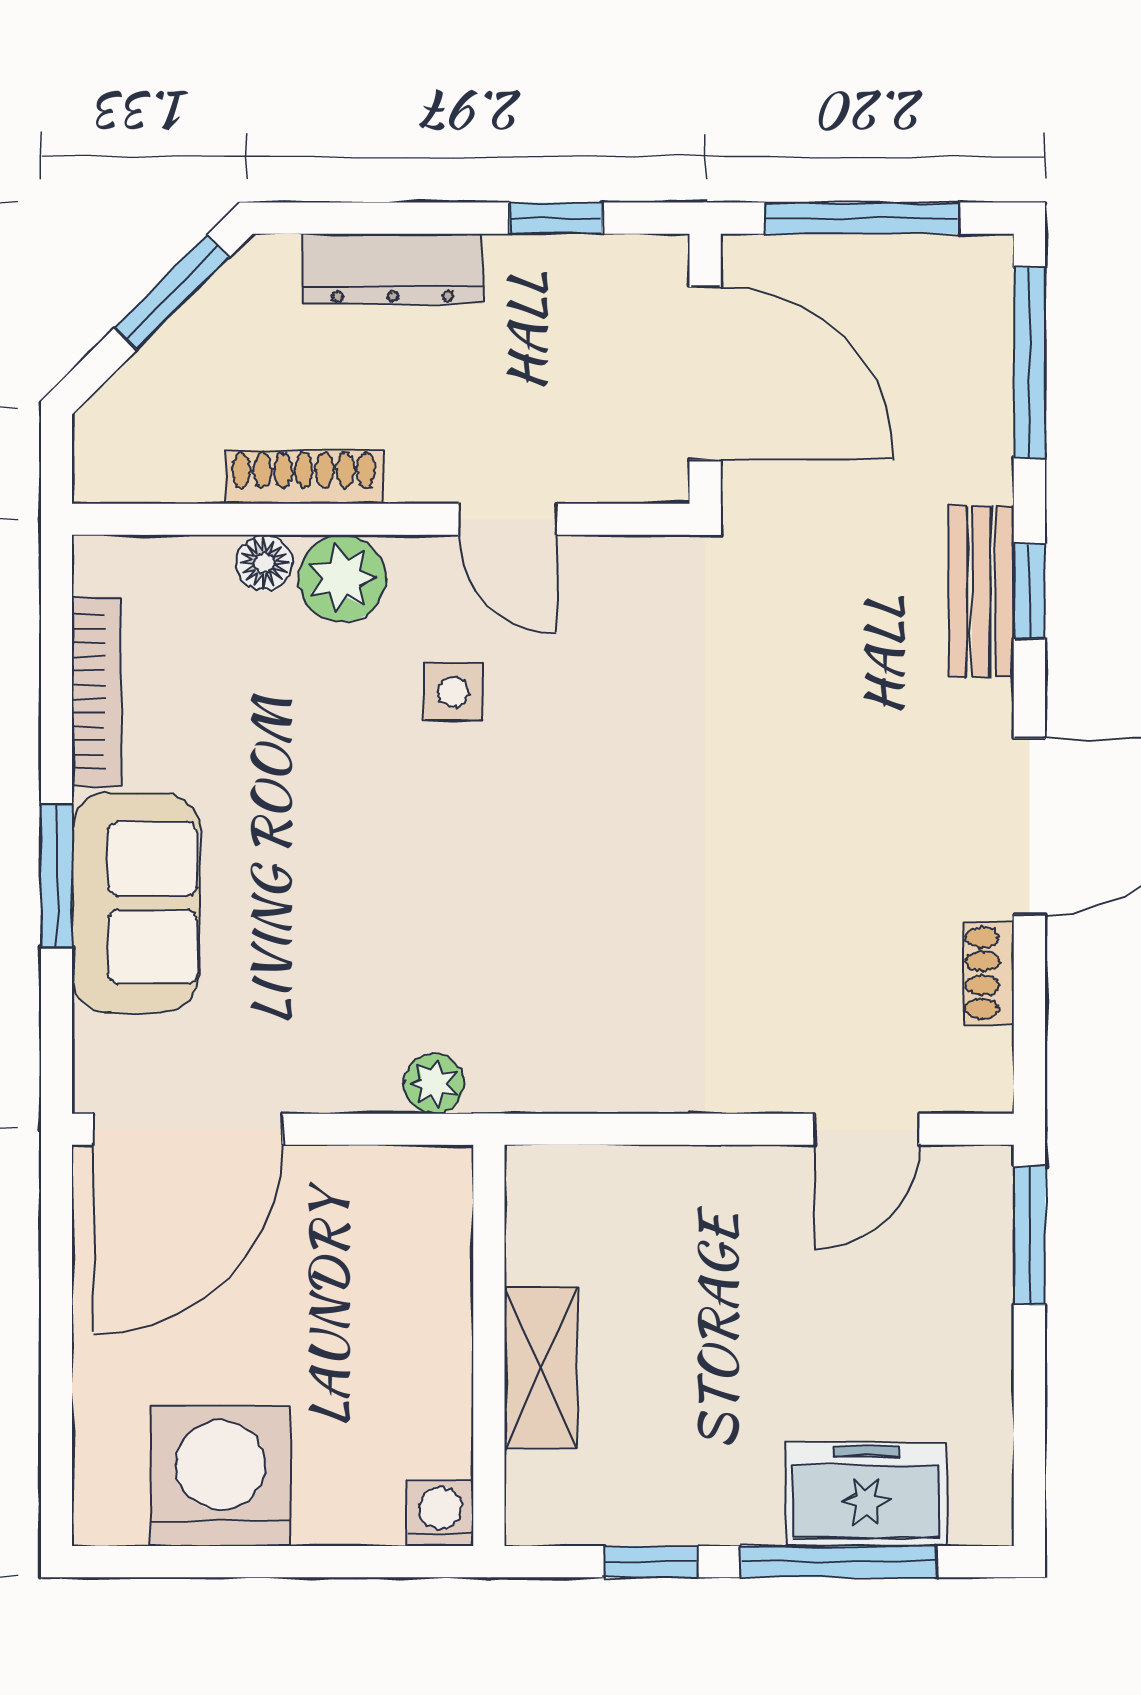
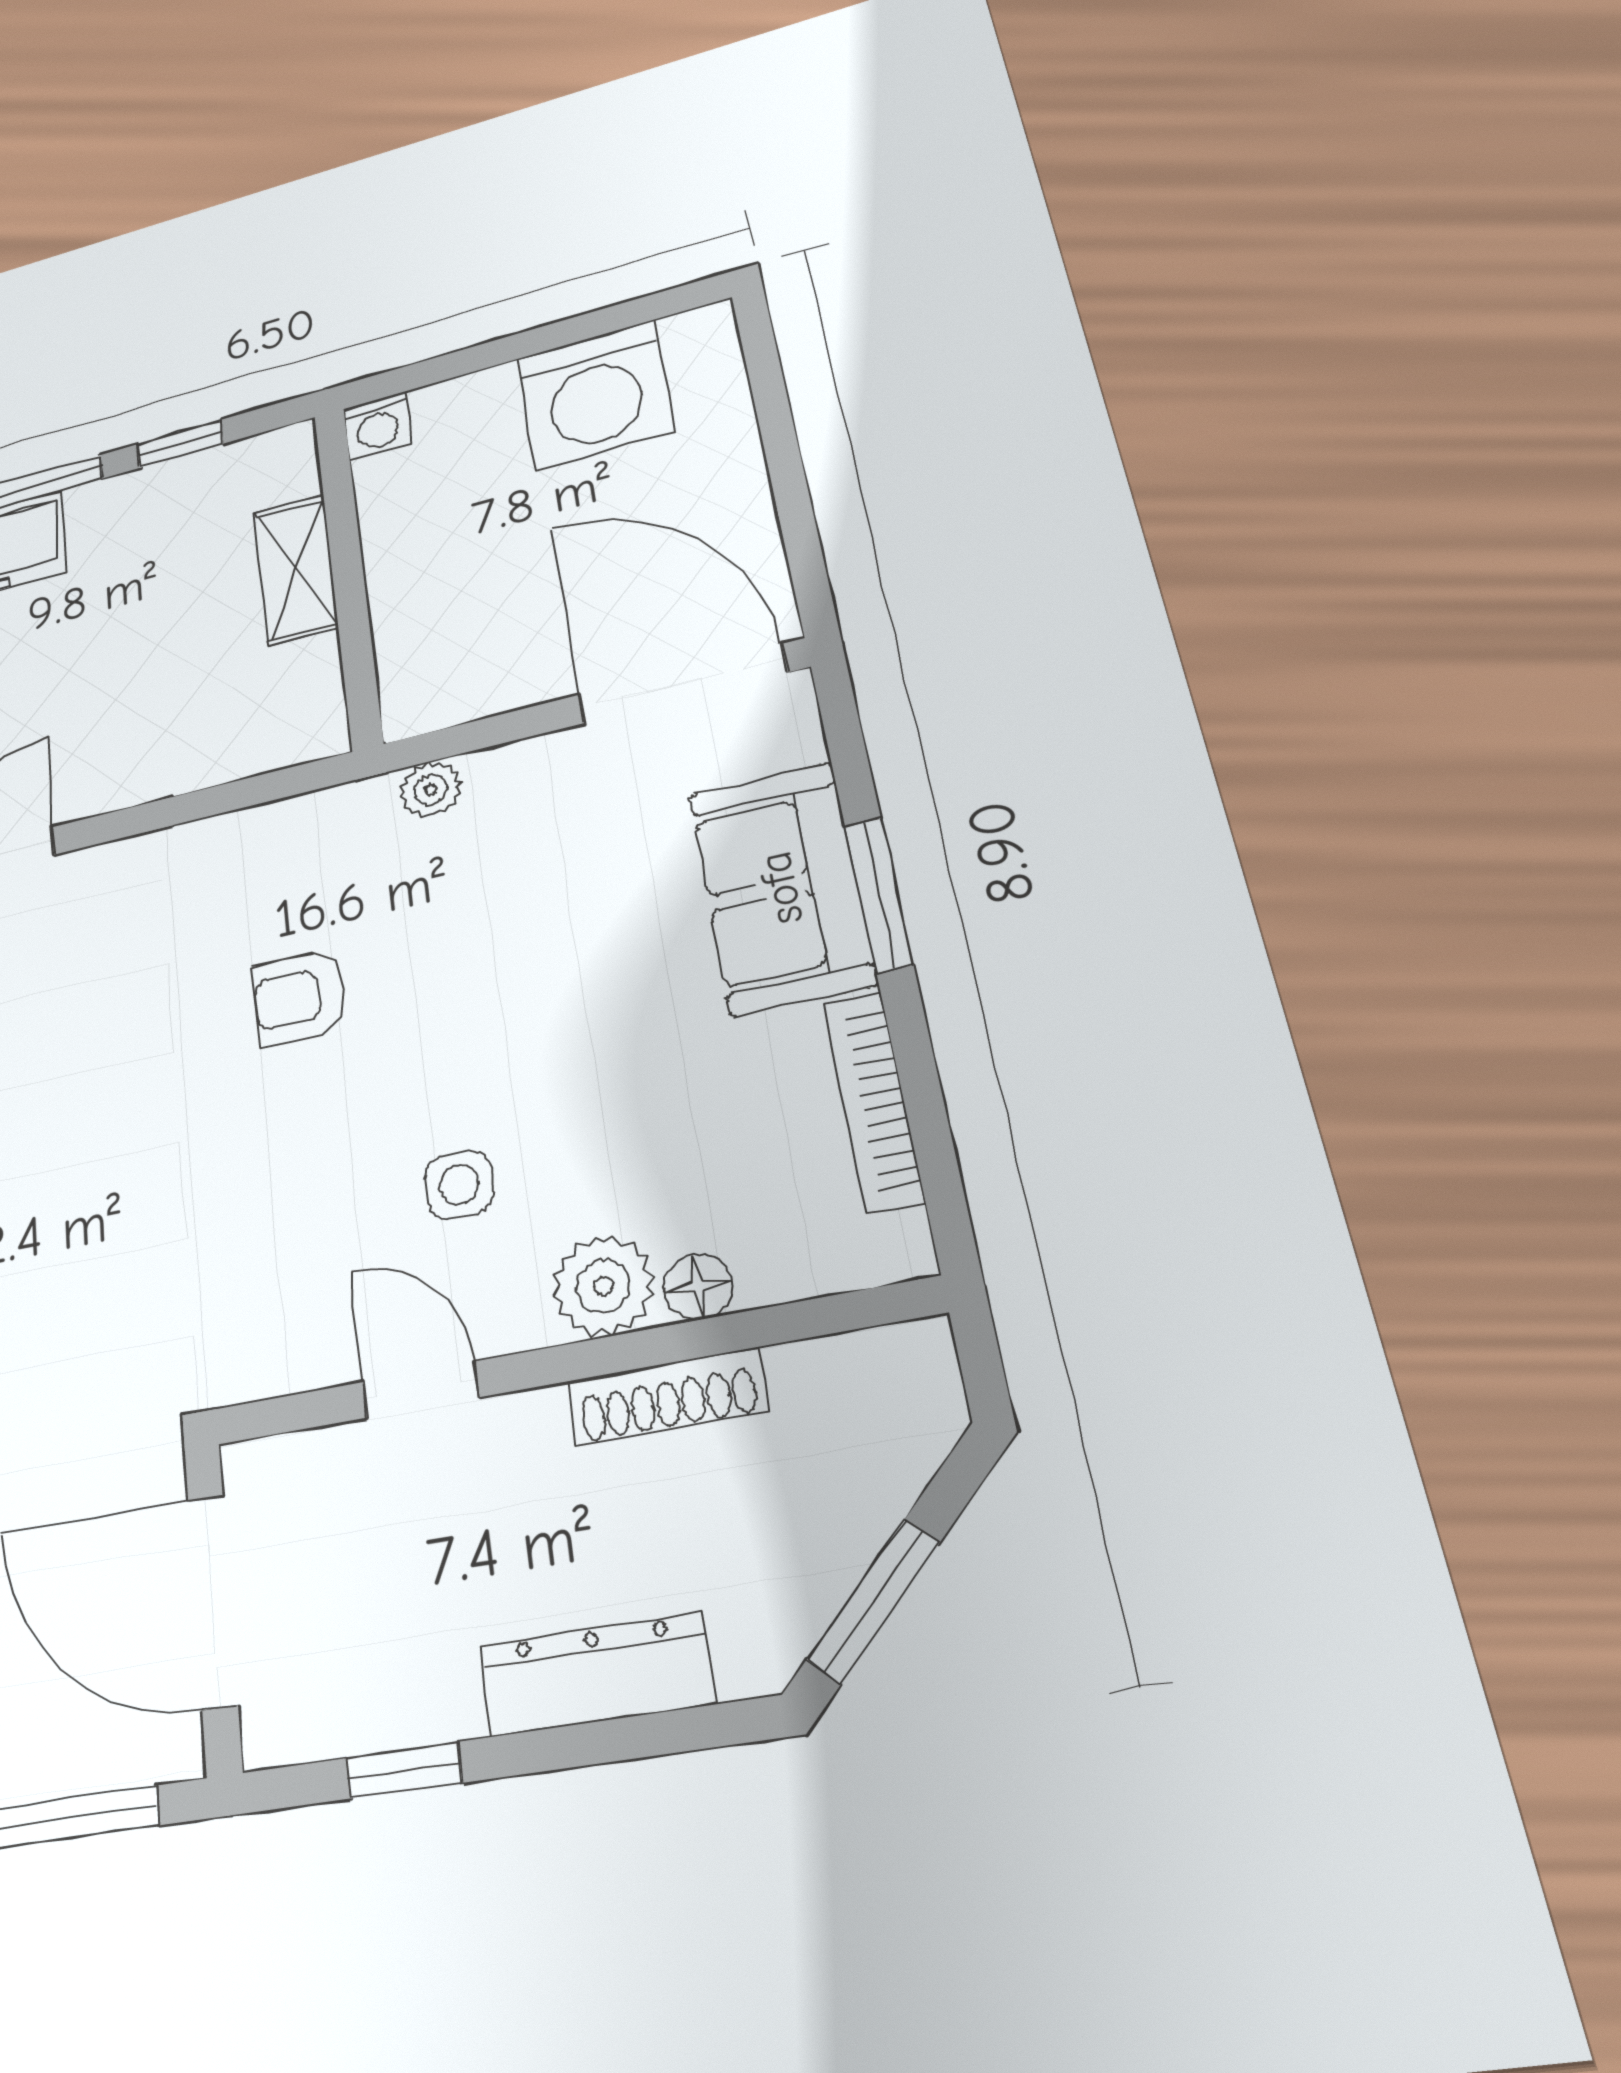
armchair: (580, 902) -> (300, 998), added
door: (188, 1129) -> (682, 684), hinge flipped

